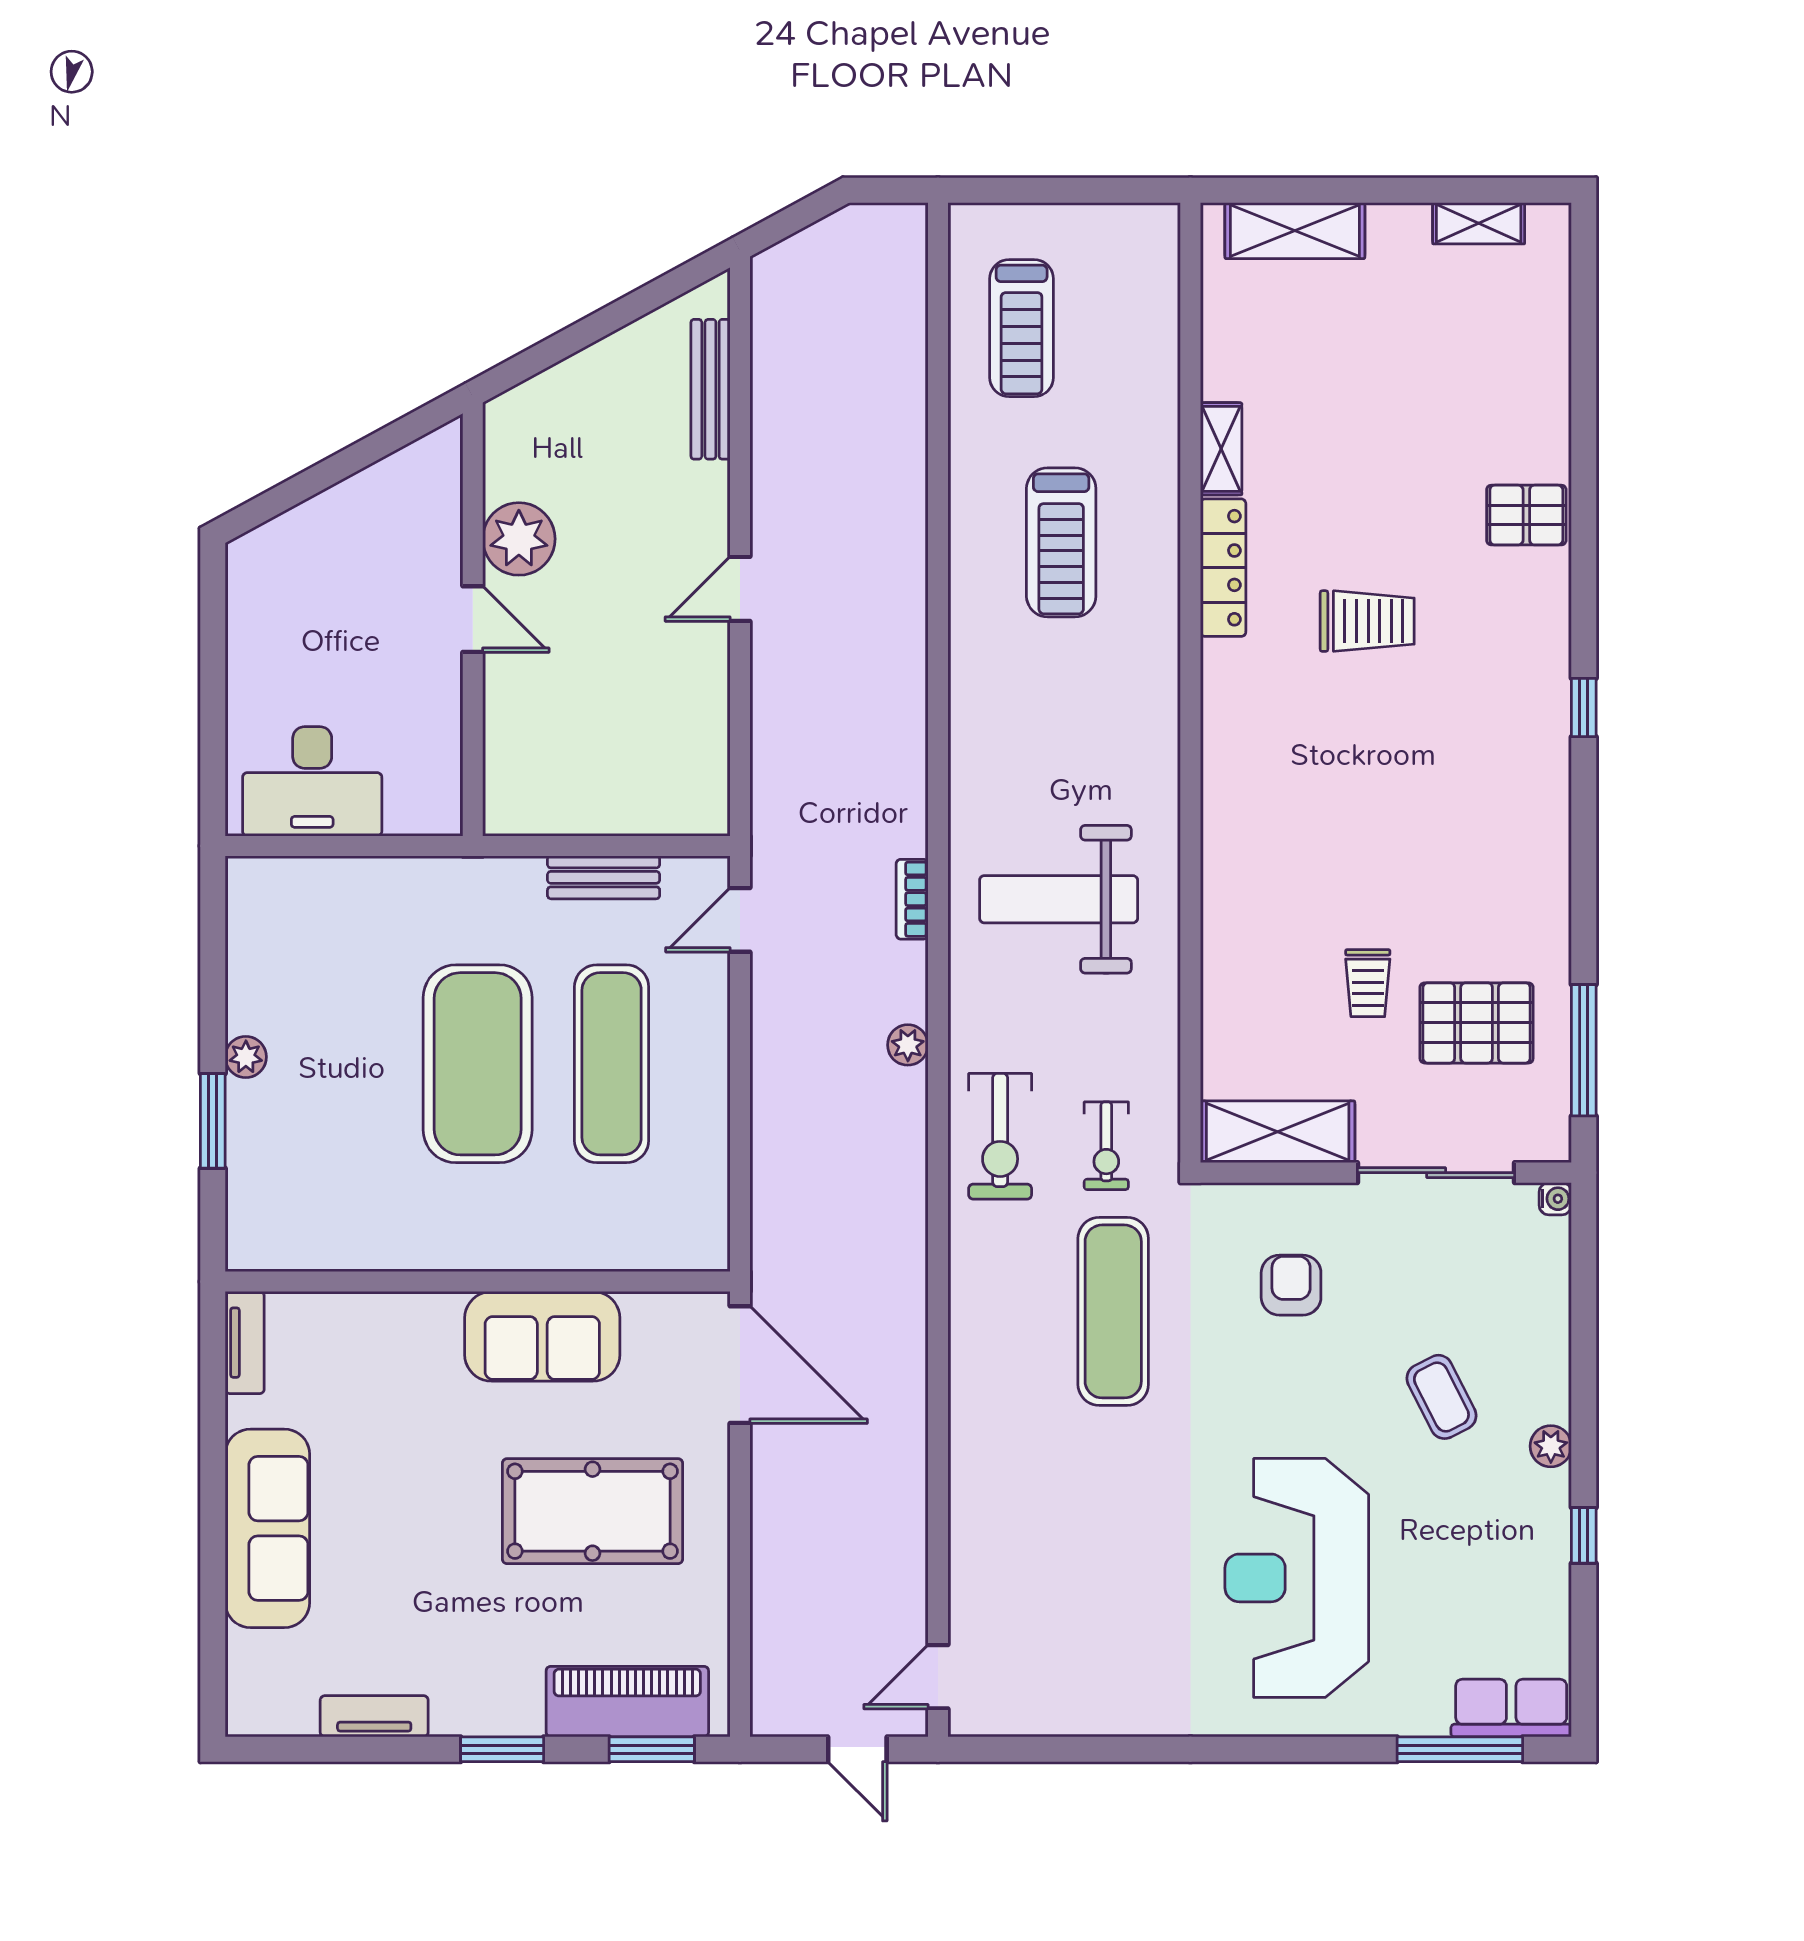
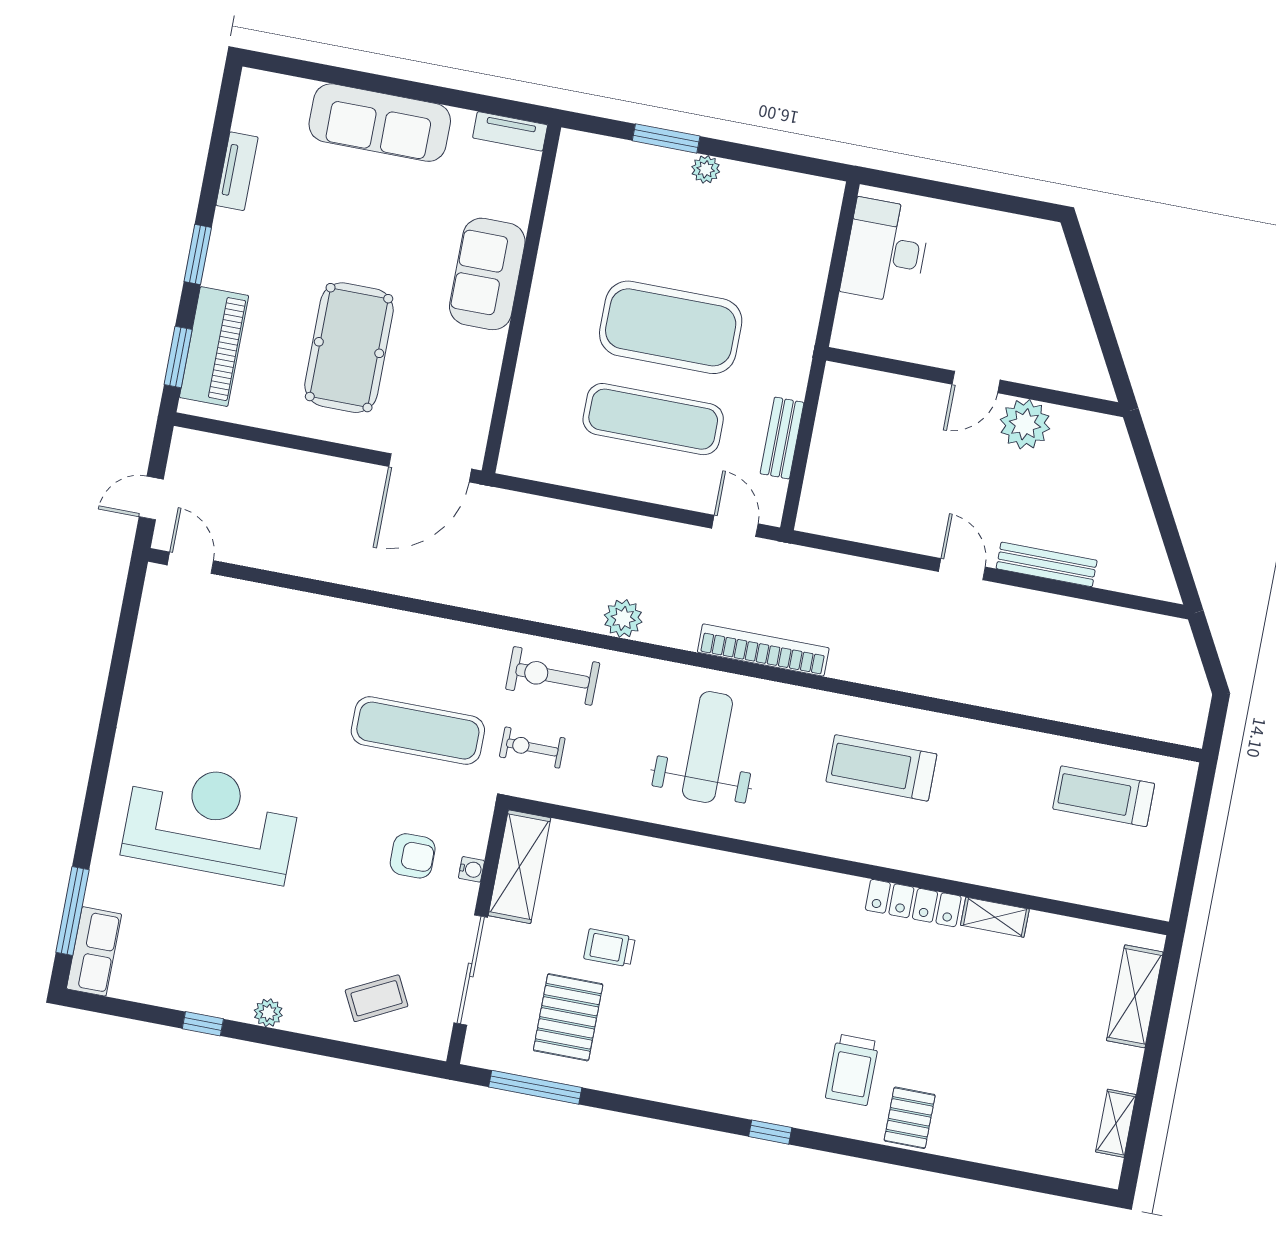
bench: (710, 389) -> (1047, 564), moved
treadmill: (1061, 542) -> (881, 768), moved
trolley: (1367, 621) -> (852, 1070), moved
bookcase: (912, 899) -> (763, 650), width x2.31, depth x1.31
plant: (908, 1045) -> (623, 618), width x1.38, depth x1.38
water cooler: (1555, 1199) -> (471, 869), moved, turned -90
sofa: (542, 1336) -> (487, 274), moved
coffee table: (1441, 1397) -> (377, 998), moved

